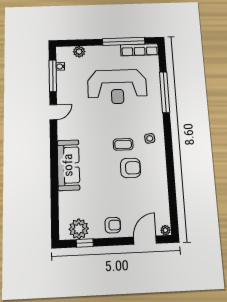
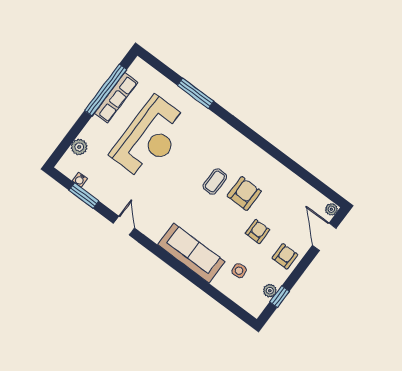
row of seats: (139, 50) -> (116, 98), moved
window: (53, 76) -> (84, 196), width x0.69
window: (165, 92) -> (196, 93), width x0.68
side table: (150, 138) -> (239, 271), moved
armchair: (114, 195) -> (257, 232), added
plant: (79, 229) -> (270, 291), width x0.53, depth x0.53

